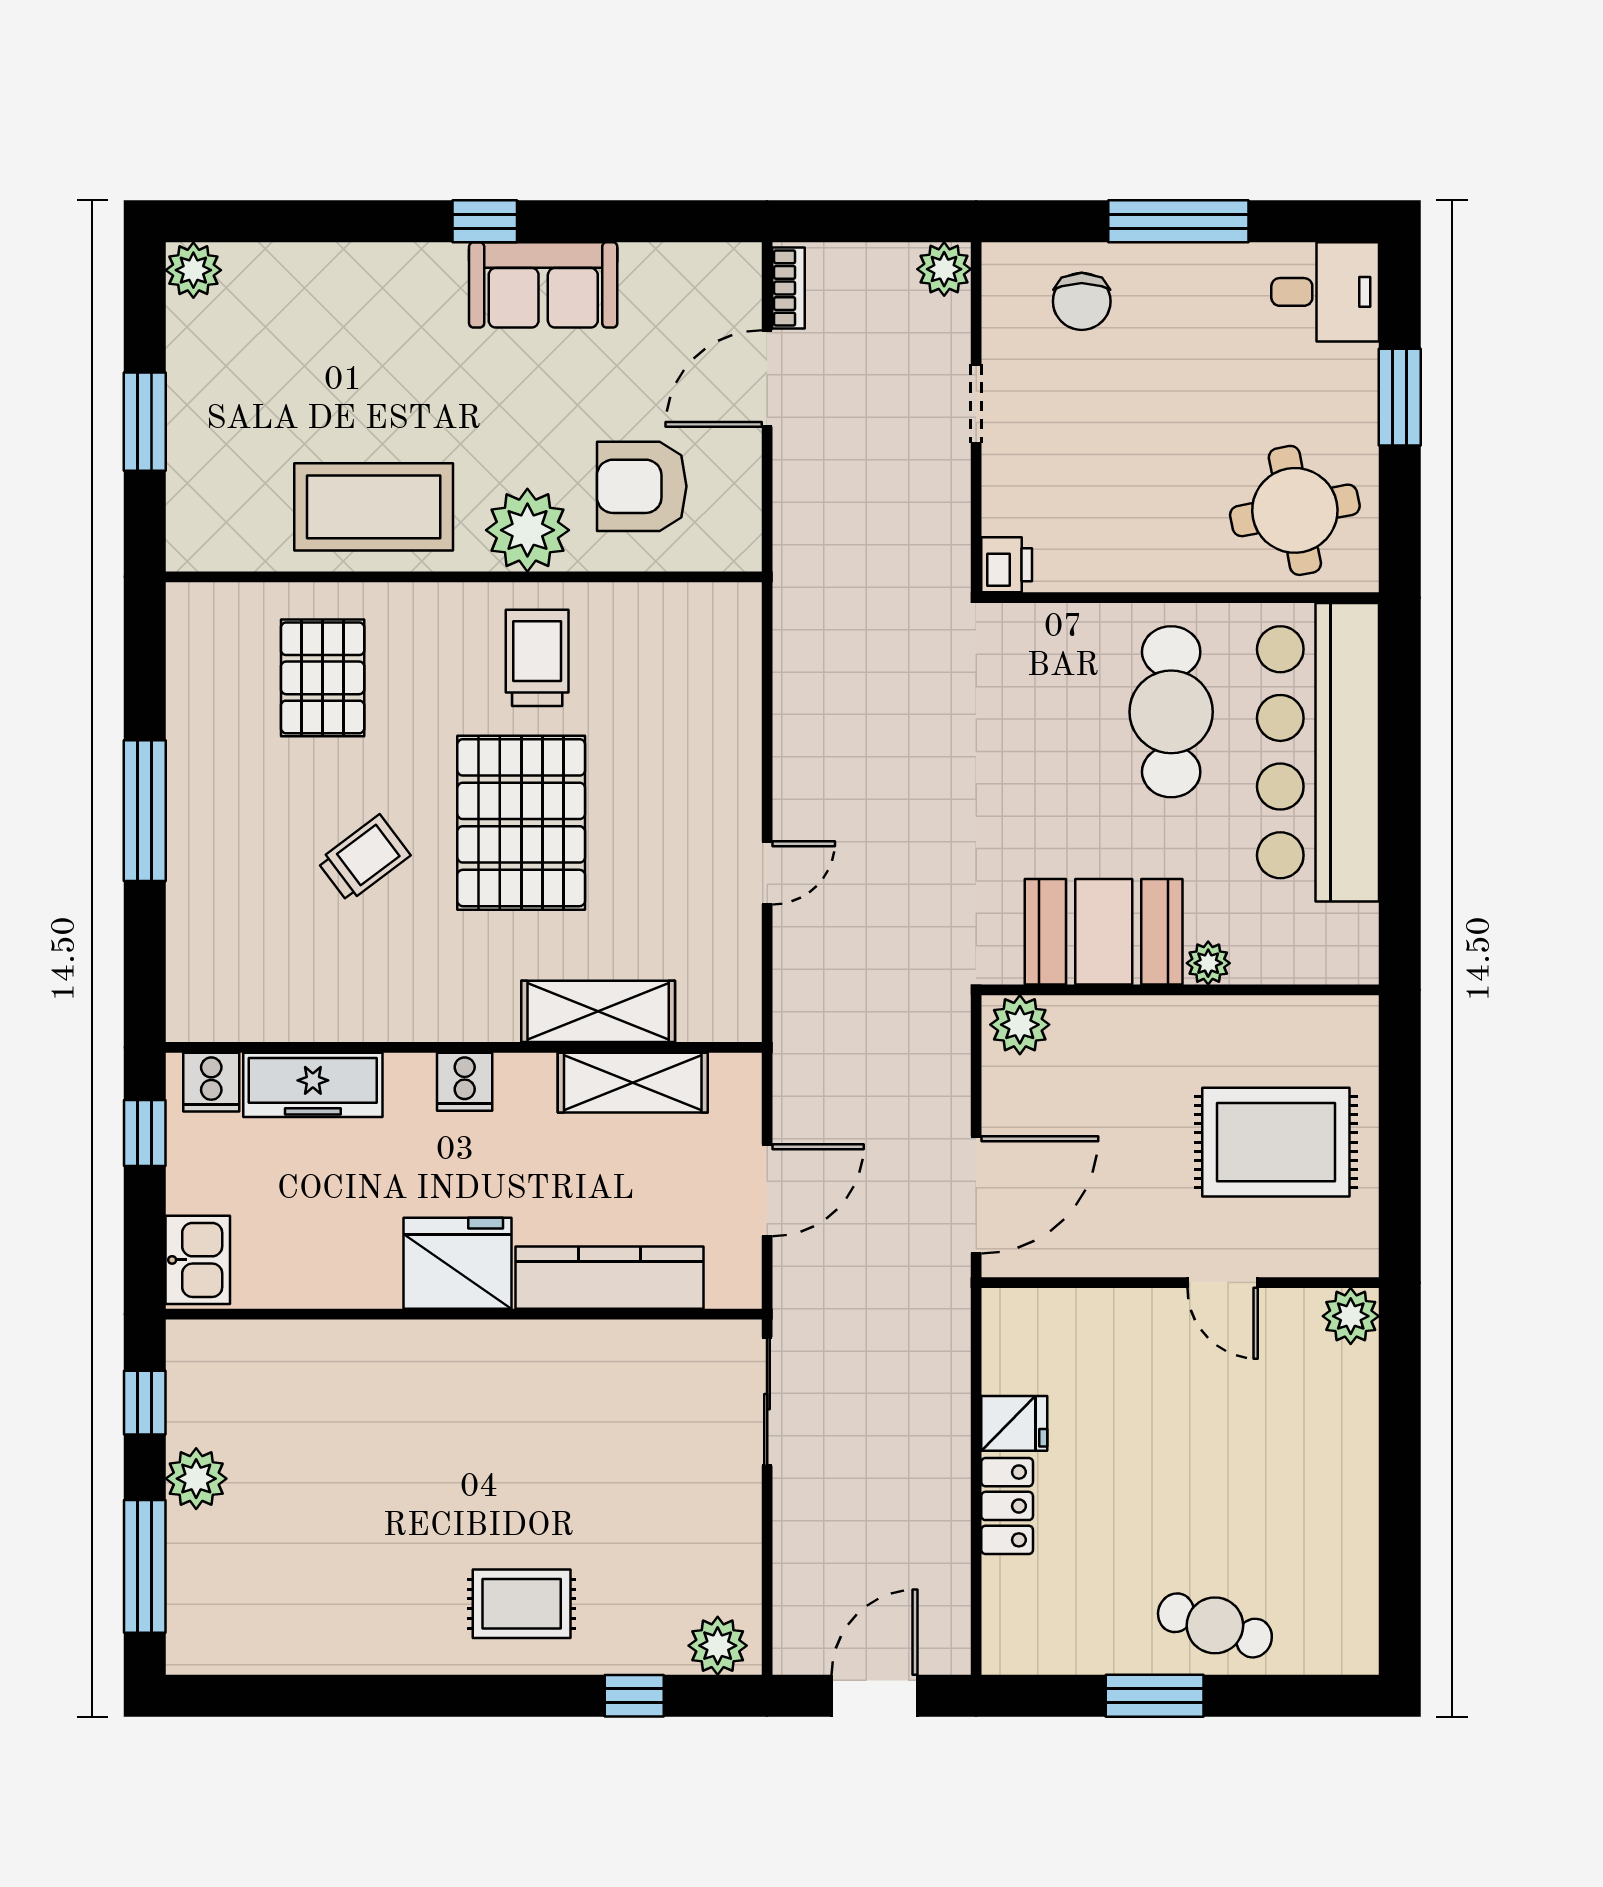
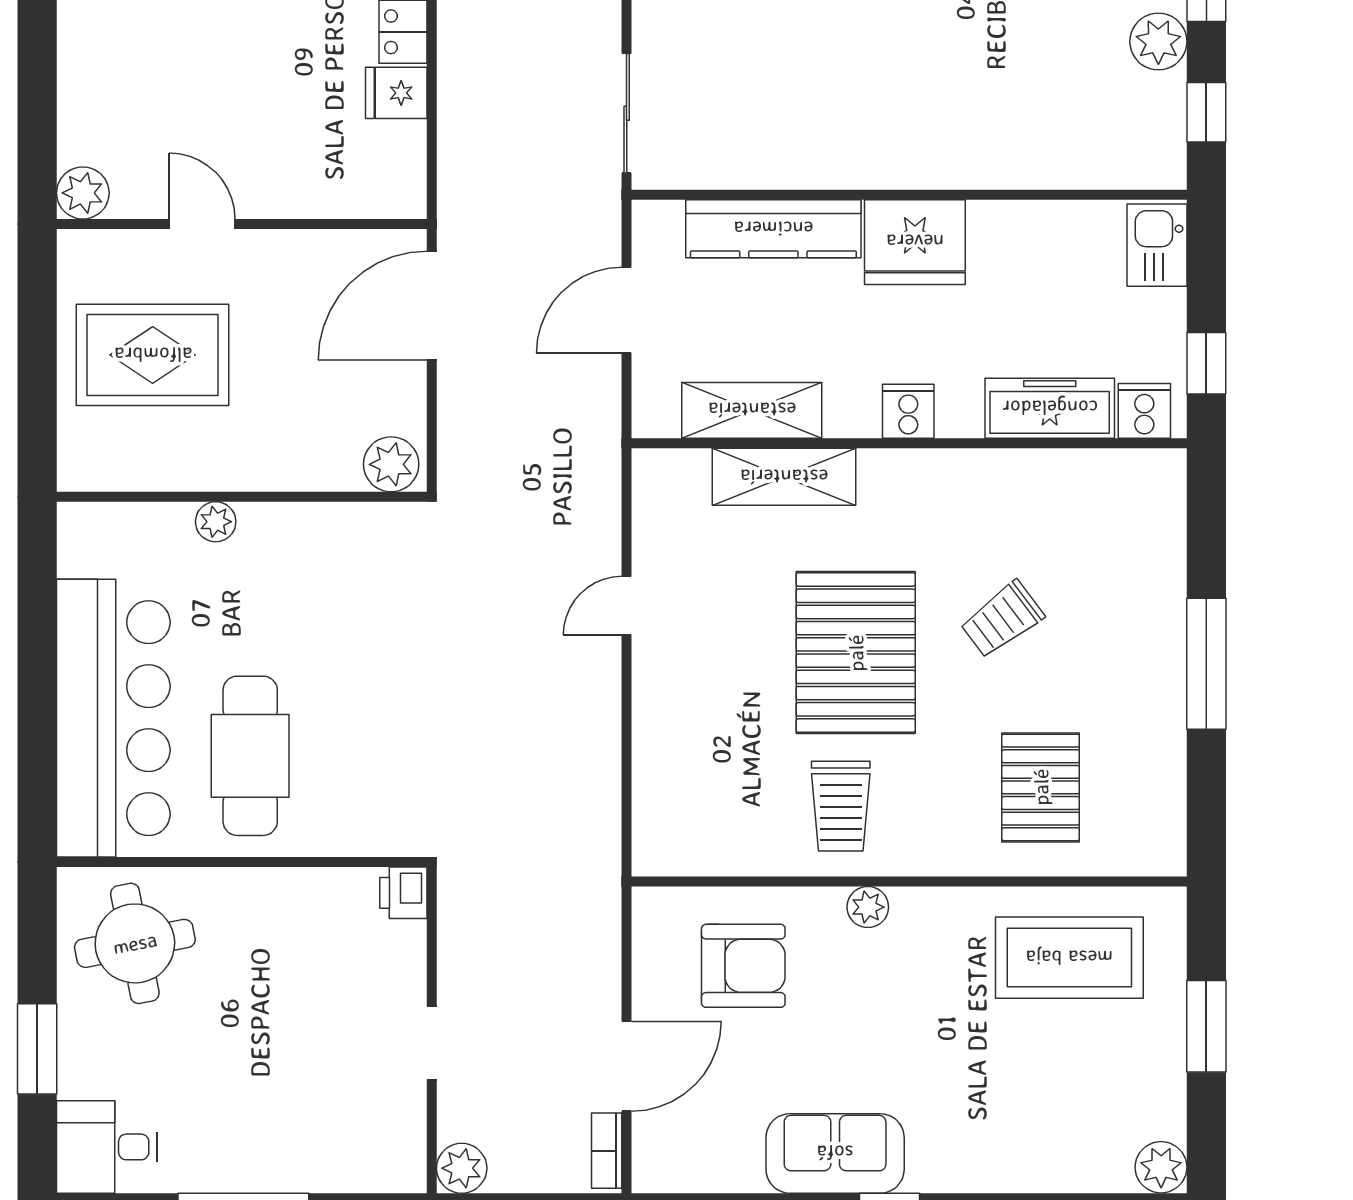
chair: (1082, 301) -> (333, 1138), removed
coffee table: (374, 507) -> (1069, 958), moved
plant: (527, 530) -> (868, 907), width x0.53, depth x0.53
booth: (1104, 932) -> (313, 551), removed

